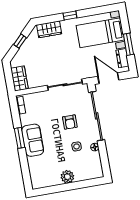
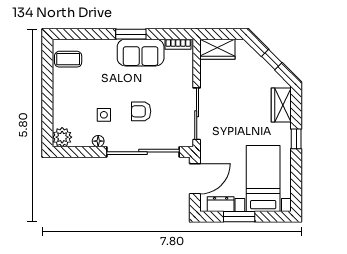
sofa: (33, 140) -> (141, 53), moved
coffee table: (44, 177) -> (68, 59), added
plant: (67, 177) -> (62, 137), moved

